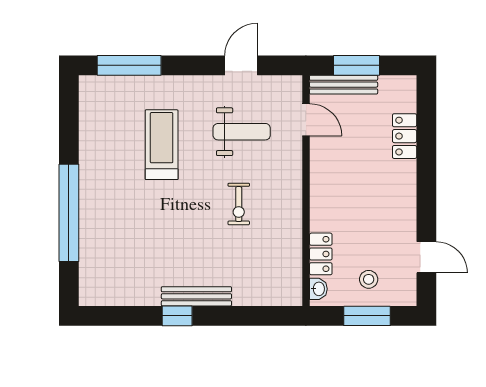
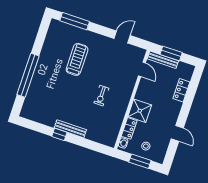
weight bench: (242, 132) -> (113, 65), removed
shower: (331, 209) -> (140, 111), added
door: (426, 257) -> (177, 133), moved

